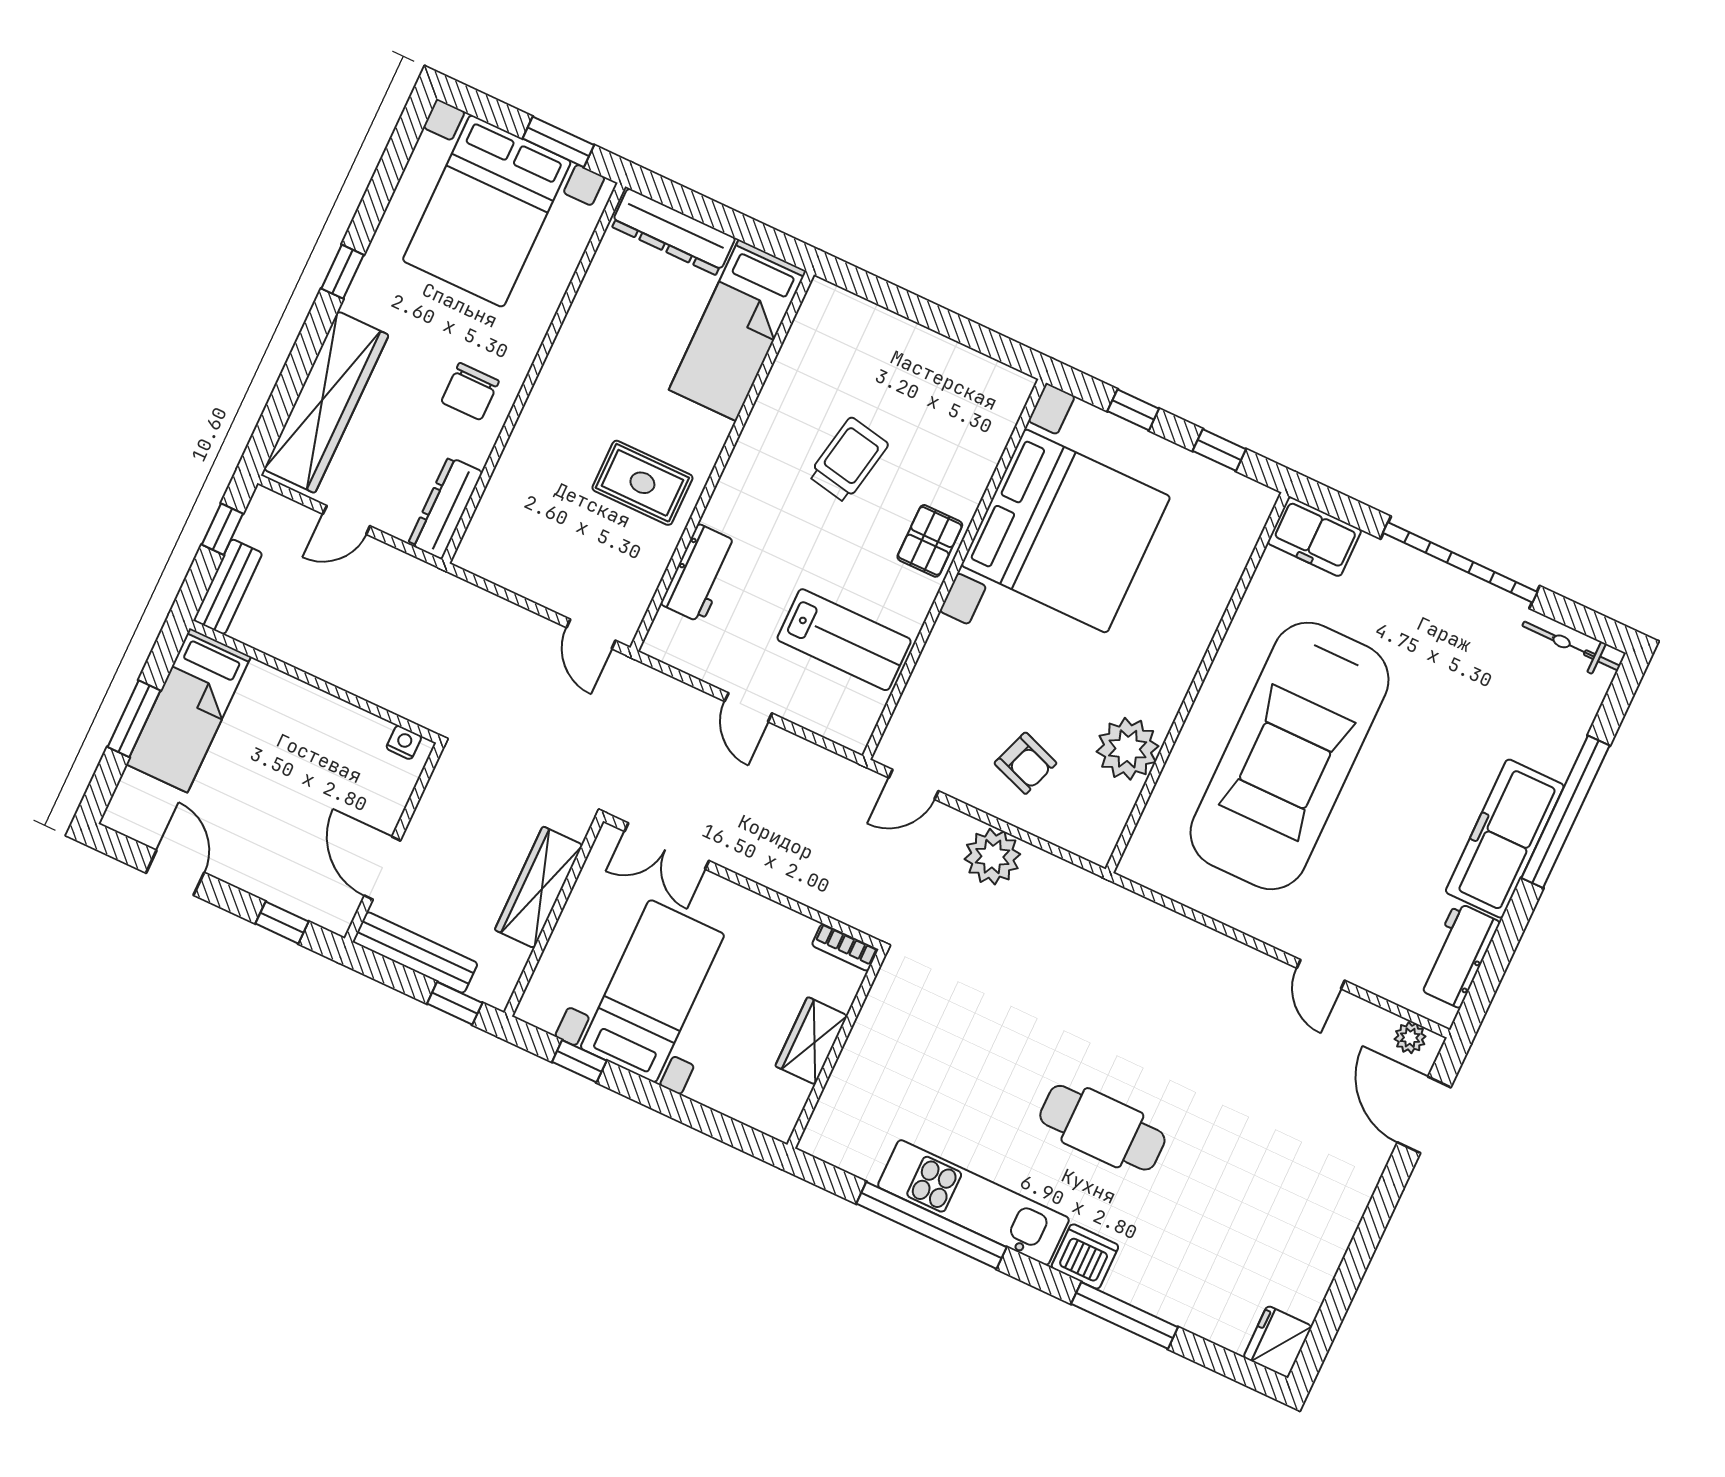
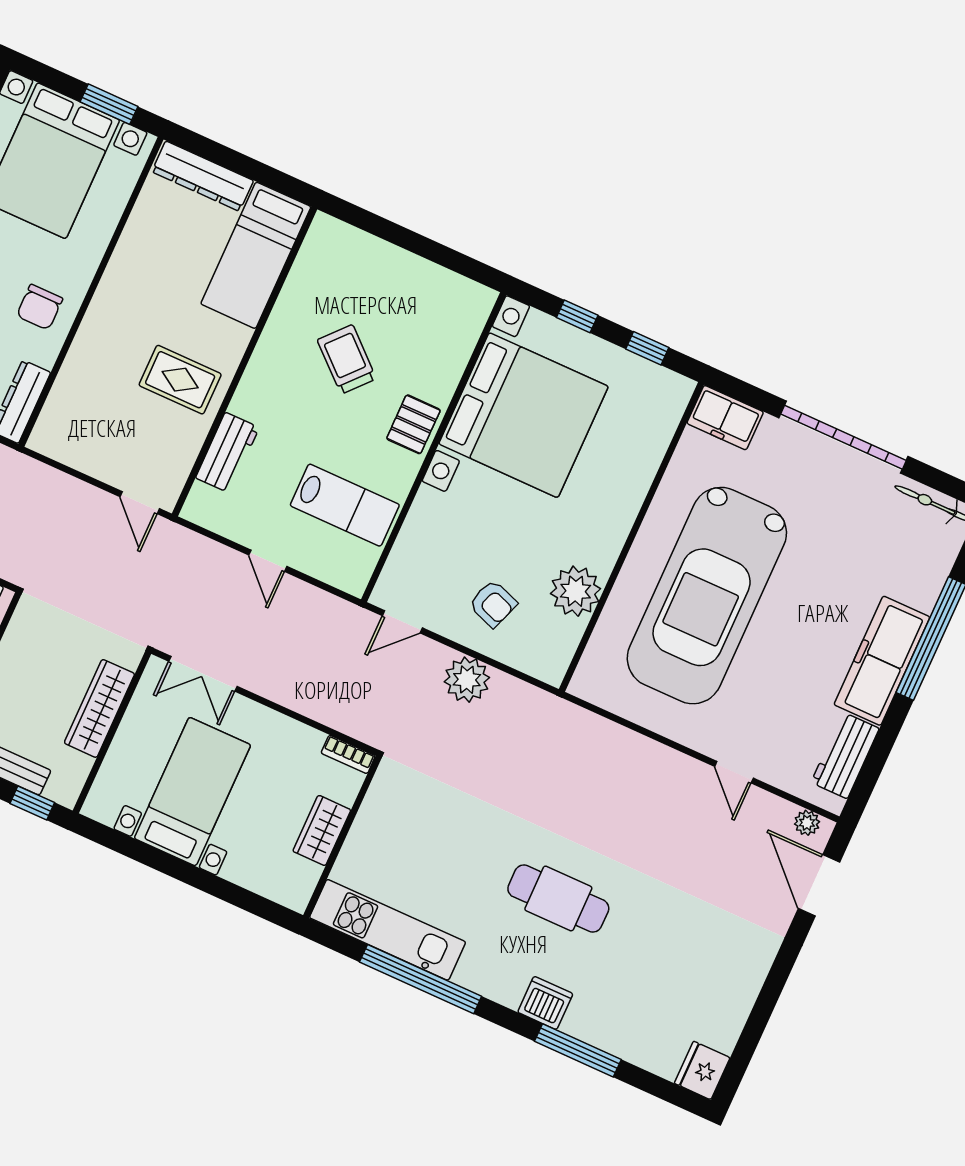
trolley: (848, 460) -> (347, 359), turned -59
window: (579, 1061) -> (134, 849), removed
kitchen unit: (973, 1203) -> (388, 930), moved

